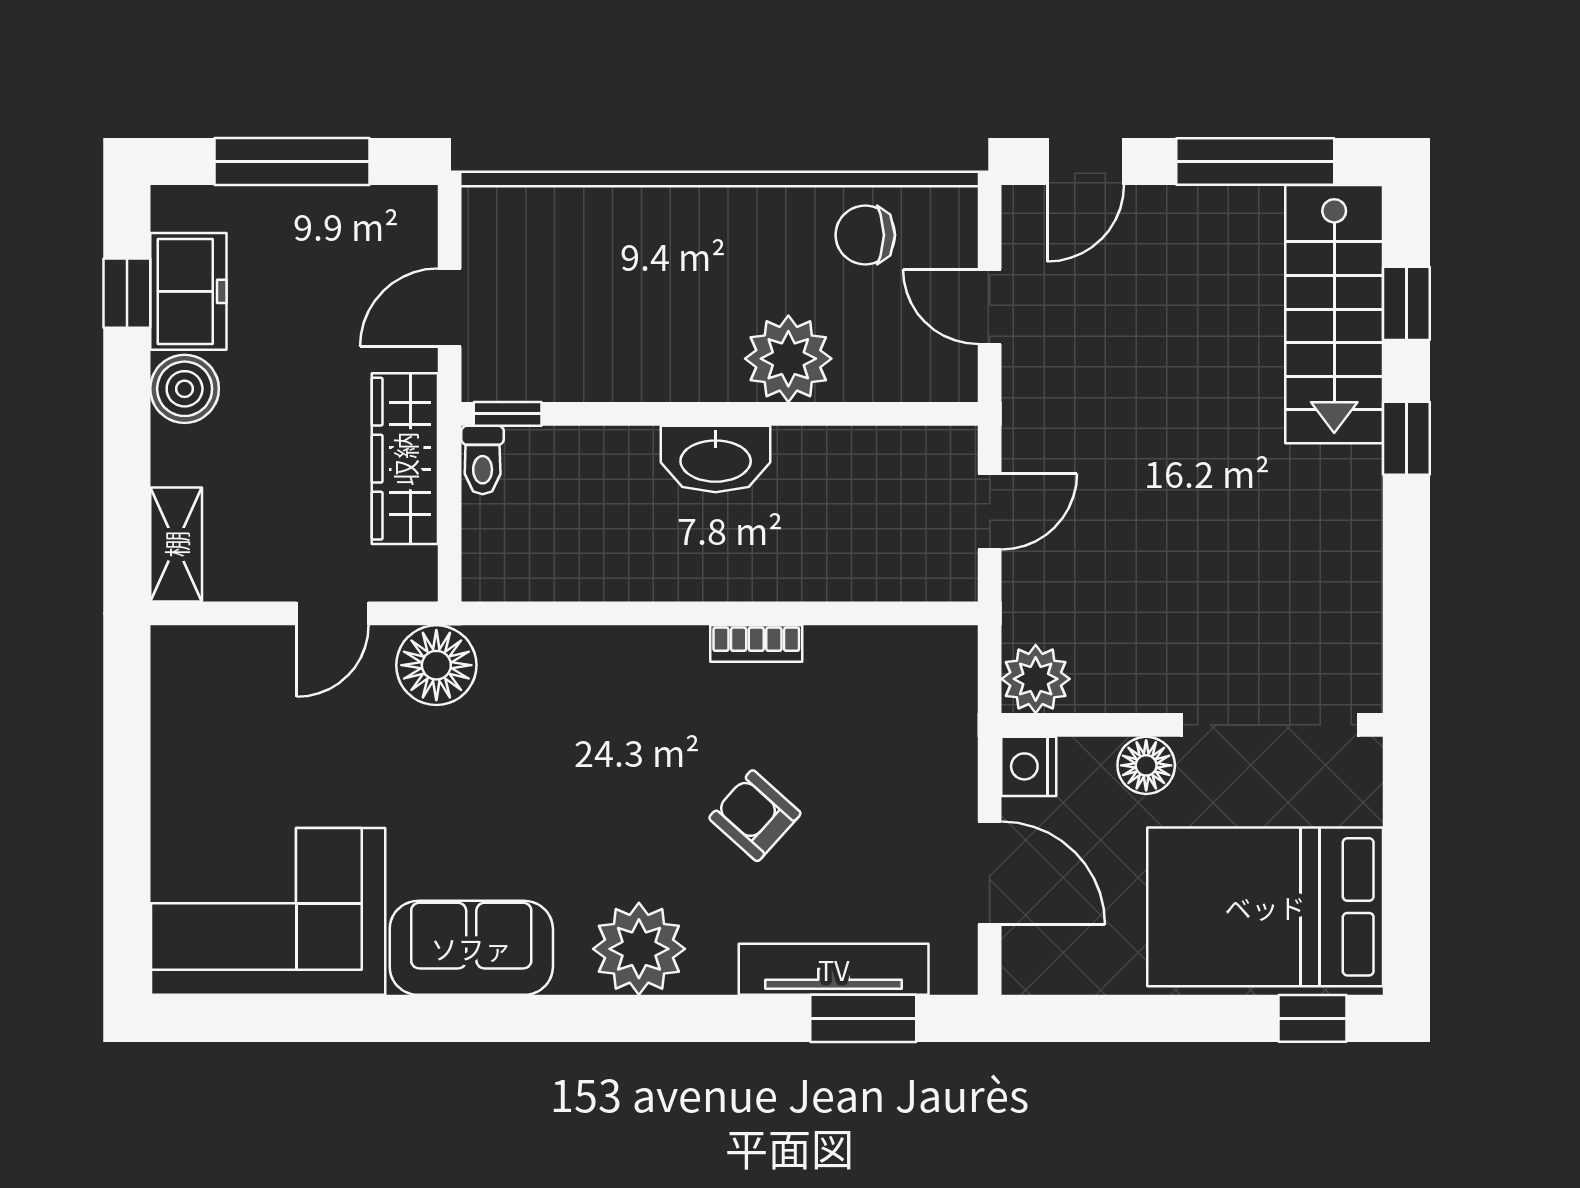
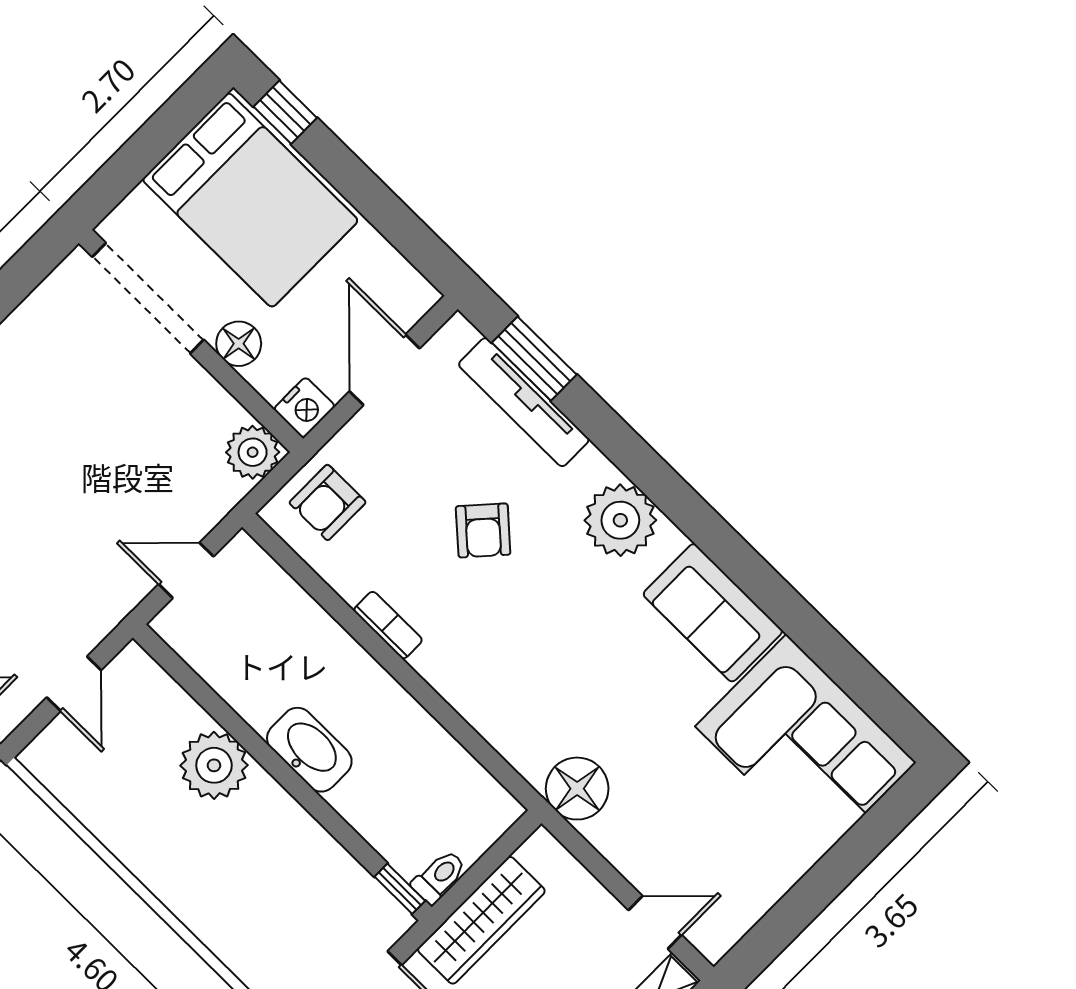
chair: (865, 235) -> (103, 792), removed
door: (333, 613) -> (655, 922), moved
armchair: (922, 701) -> (328, 502), added

